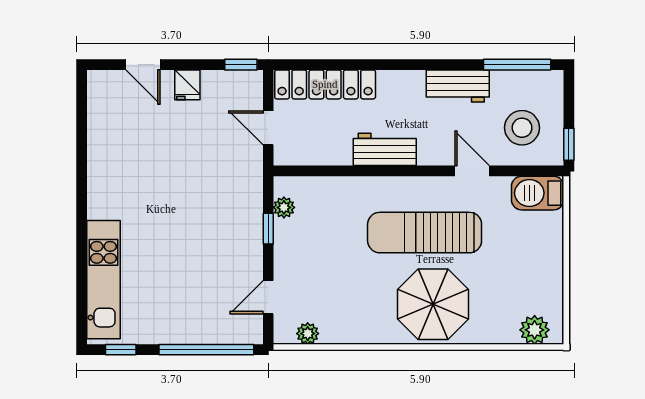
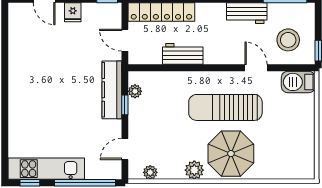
workbench: (385, 149) -> (183, 54), moved
kitchen counter: (248, 205) -> (112, 90), added
kitchen unit: (104, 280) -> (46, 169), moved, turned -90
plant: (535, 330) -> (194, 170), moved

